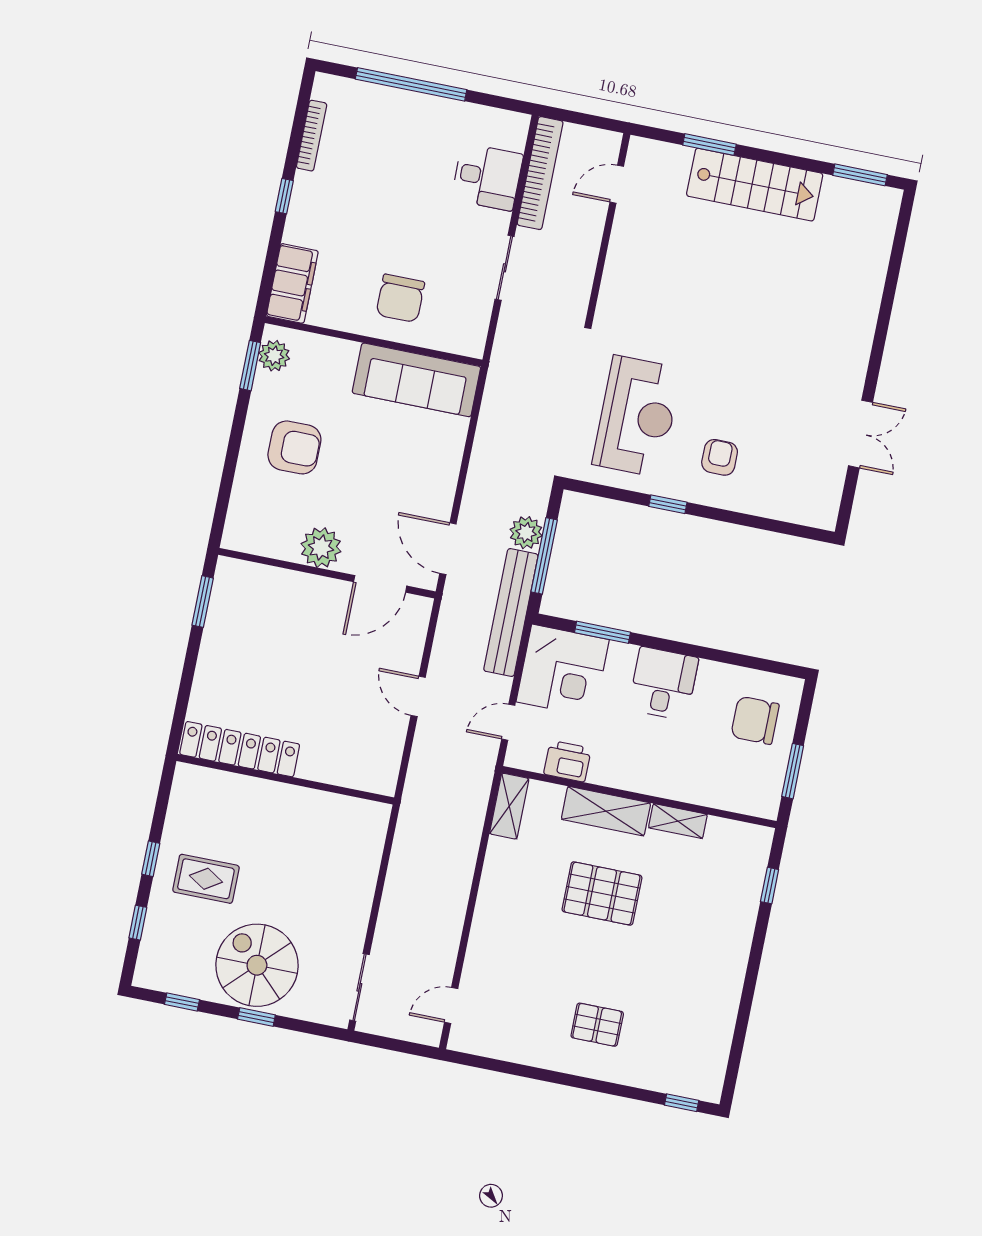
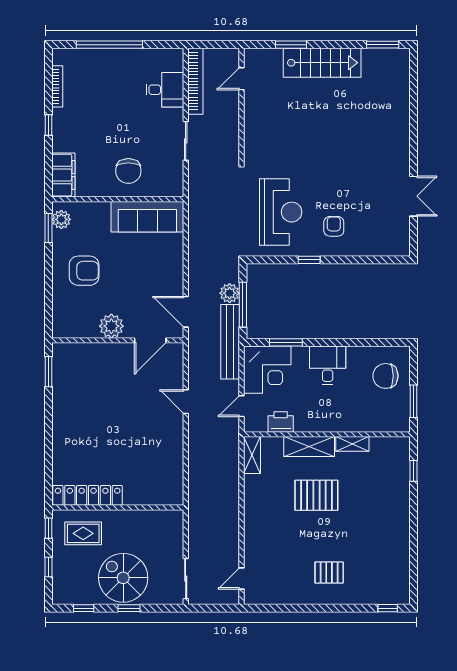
locker: (240, 749) -> (88, 495), moved
wall: (285, 779) -> (118, 508), moved

